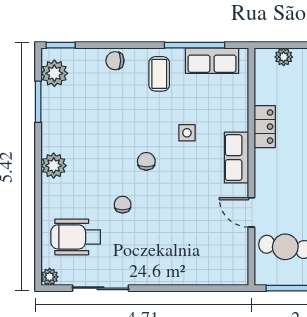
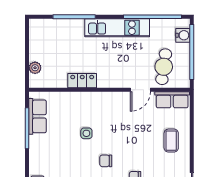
coffee table: (159, 74) -> (171, 141), moved, turned 90
row of seats: (236, 158) -> (172, 100), moved

